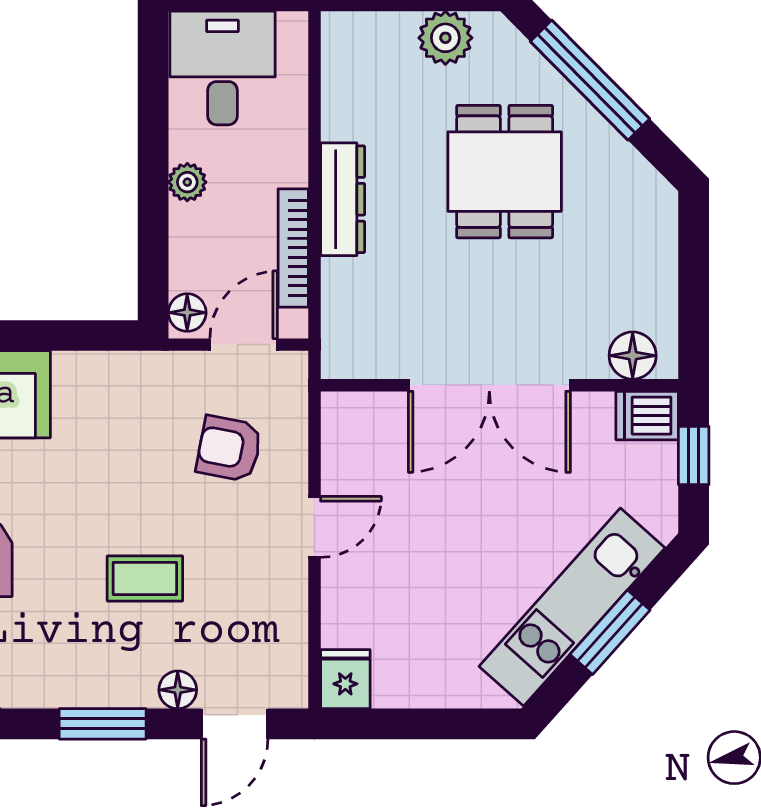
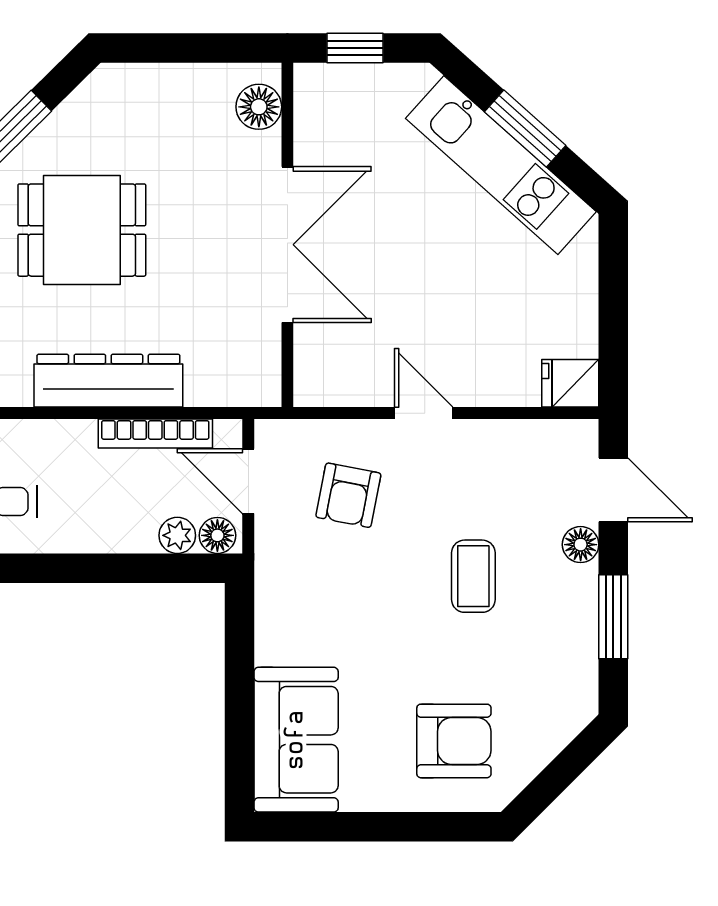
plant: (187, 182) -> (177, 535), moved
dresser: (343, 199) -> (108, 381), width x1.37, depth x1.24
dishwasher: (647, 416) -> (317, 93), removed

